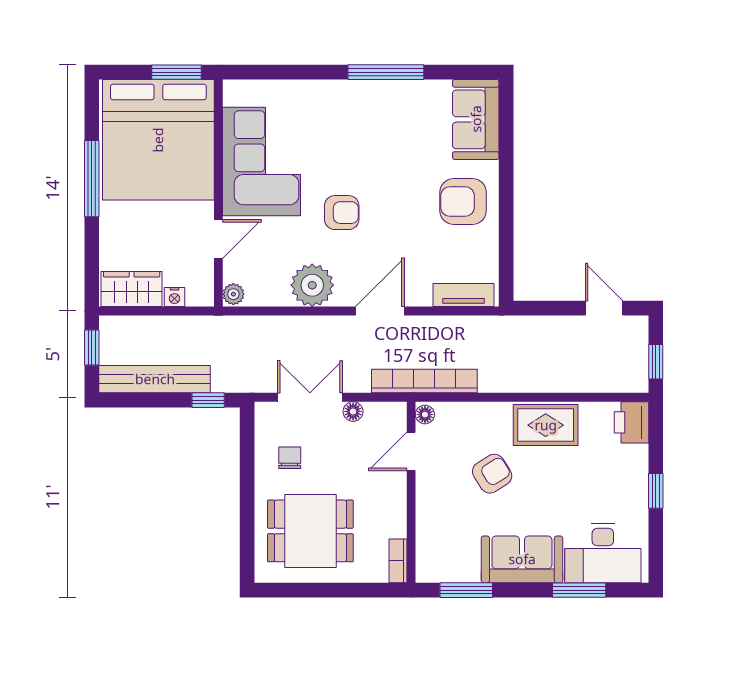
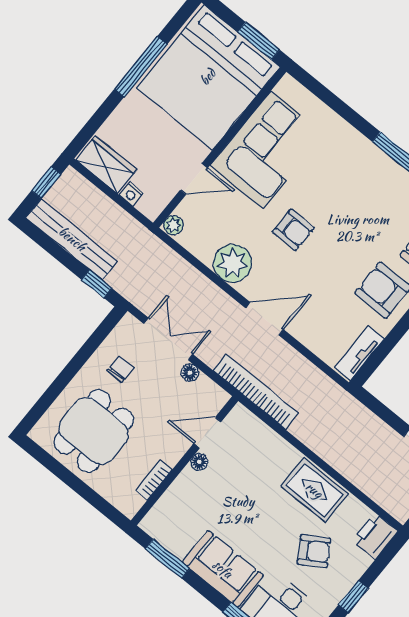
tv unit: (464, 295) -> (359, 353), moved, turned -90
floor lamp: (425, 415) -> (199, 462), moved
armchair: (492, 474) -> (314, 551), moved
dining table: (310, 531) -> (94, 431), turned 90
bookcase: (398, 561) -> (154, 480), moved

